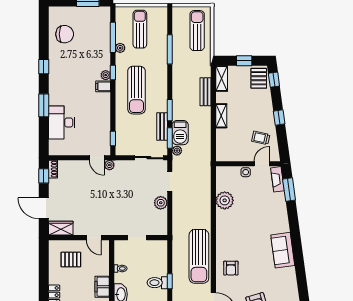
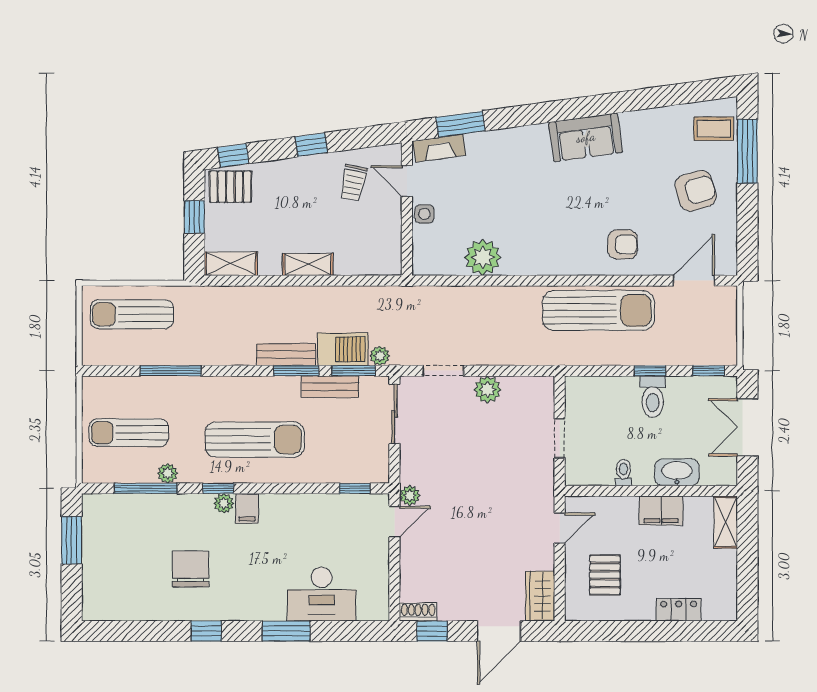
chair: (65, 34) -> (191, 569), moved
bench: (206, 92) -> (286, 355), moved

